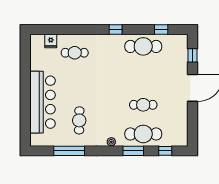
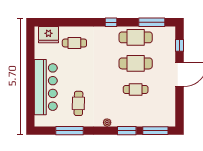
window: (161, 30) -> (152, 22), width x2.17
fridge: (51, 41) -> (49, 35), width x1.88, depth x1.34
cafe table: (143, 134) -> (136, 63), moved
window: (165, 151) -> (155, 131), width x2.17

